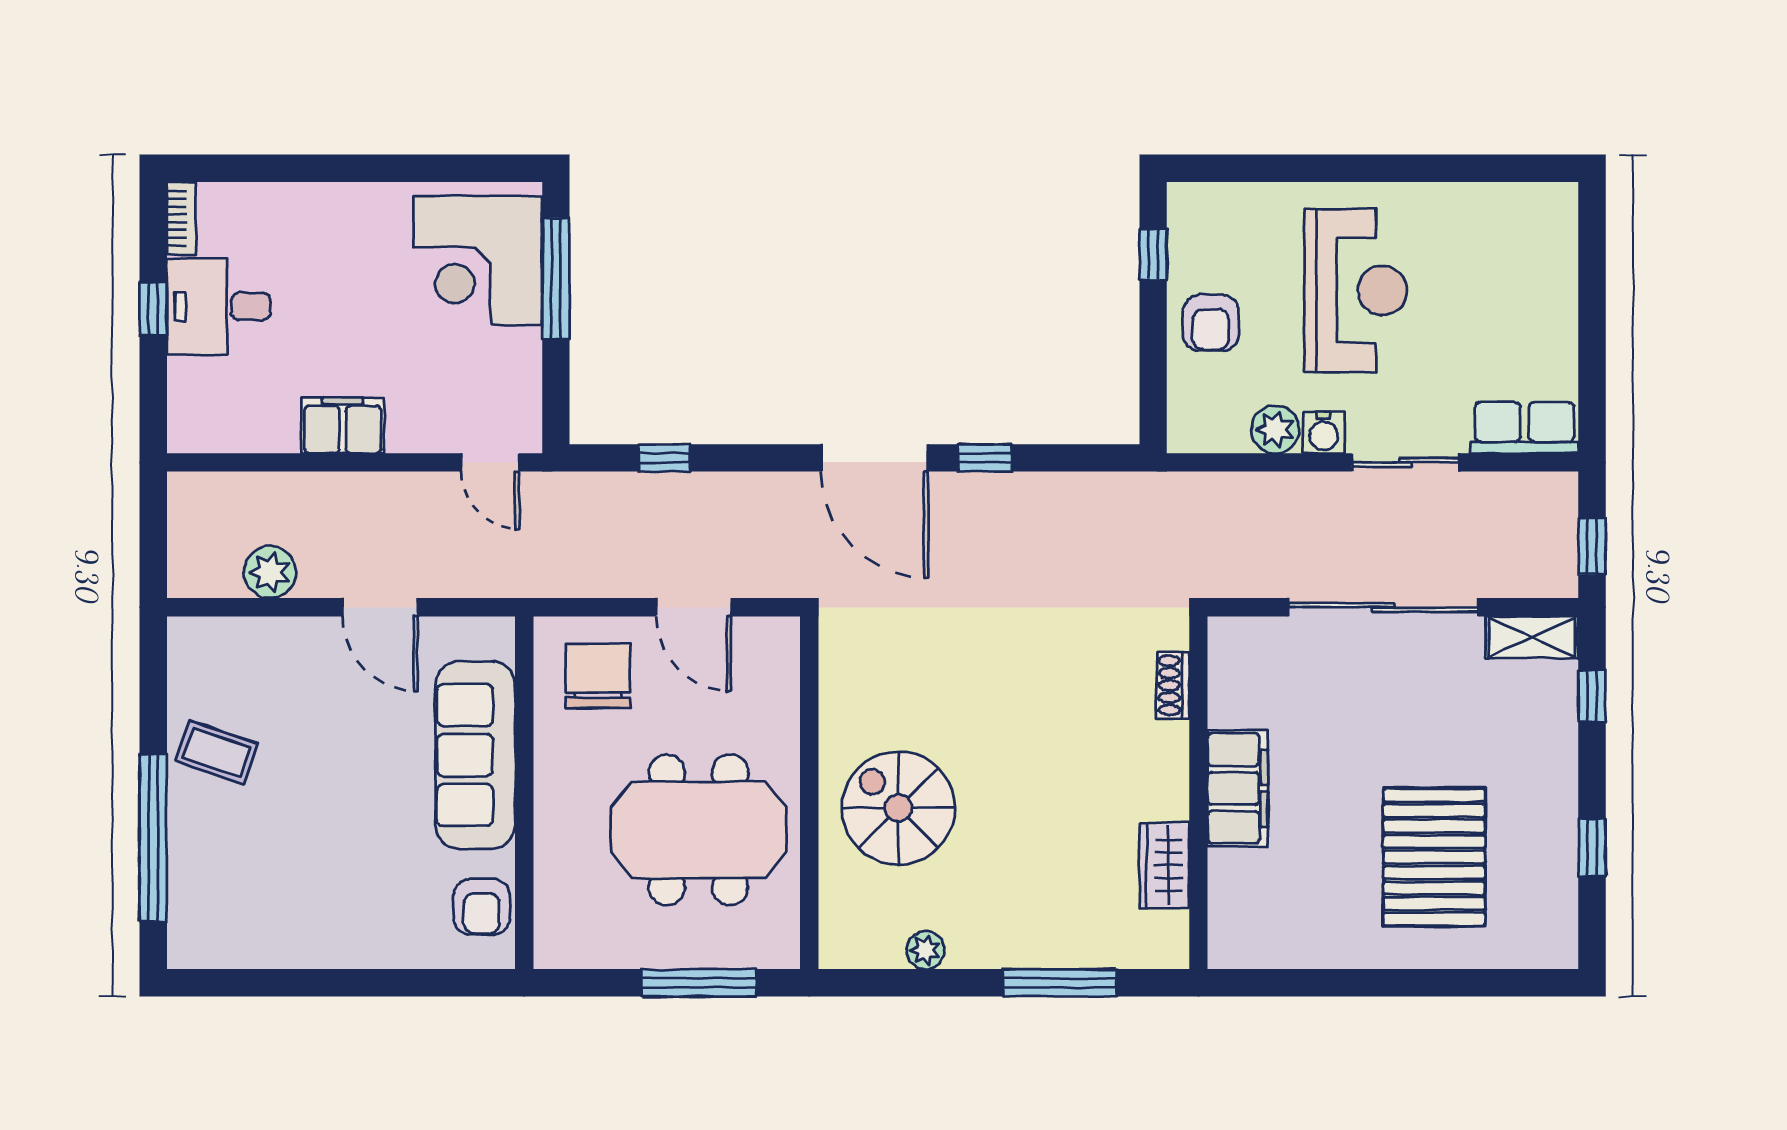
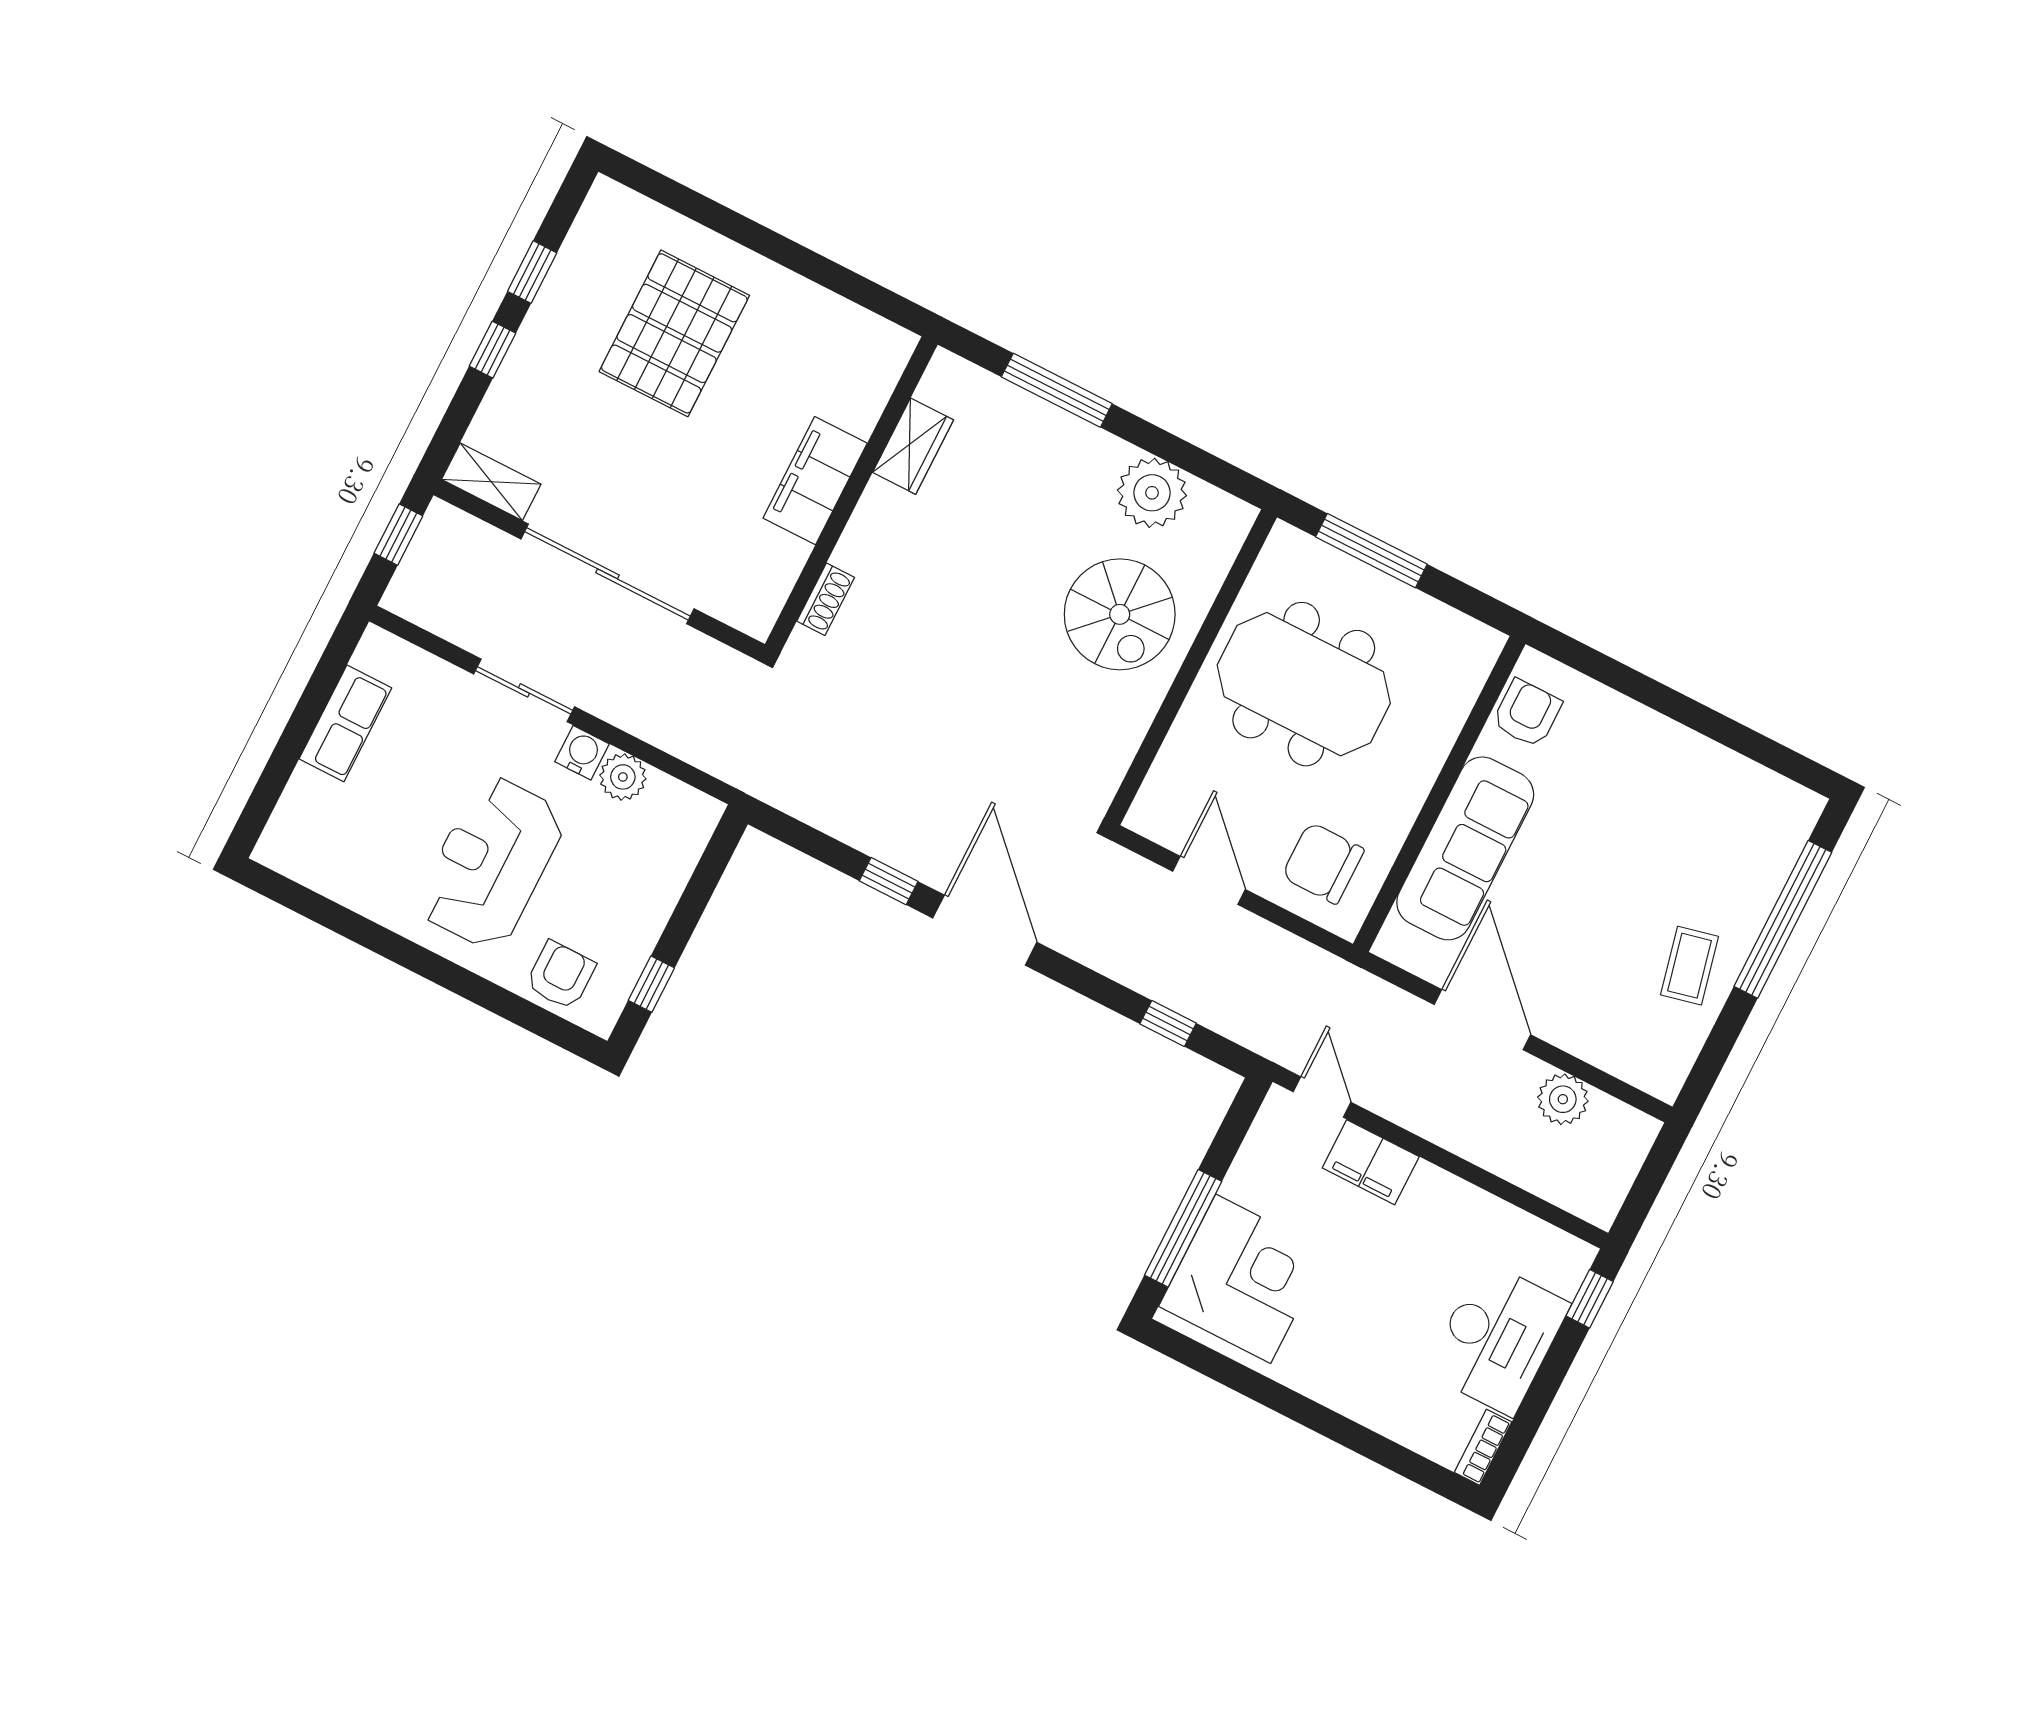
desk: (219, 306) -> (1498, 1338), width x1.37
window: (153, 309) -> (1590, 1299), moved
armchair: (1211, 323) -> (561, 975), moved
filing cabinet: (343, 426) -> (1371, 1162), moved
row of seats: (1525, 428) -> (345, 723), moved, turned -90
door: (380, 607) -> (1482, 1020), width x1.36
chair: (598, 676) -> (1323, 863), turned 90
window: (1592, 696) -> (493, 350), moved
coffee table: (217, 752) -> (1689, 966), turned 58
plant: (925, 950) -> (1152, 493), width x1.87, depth x1.87

